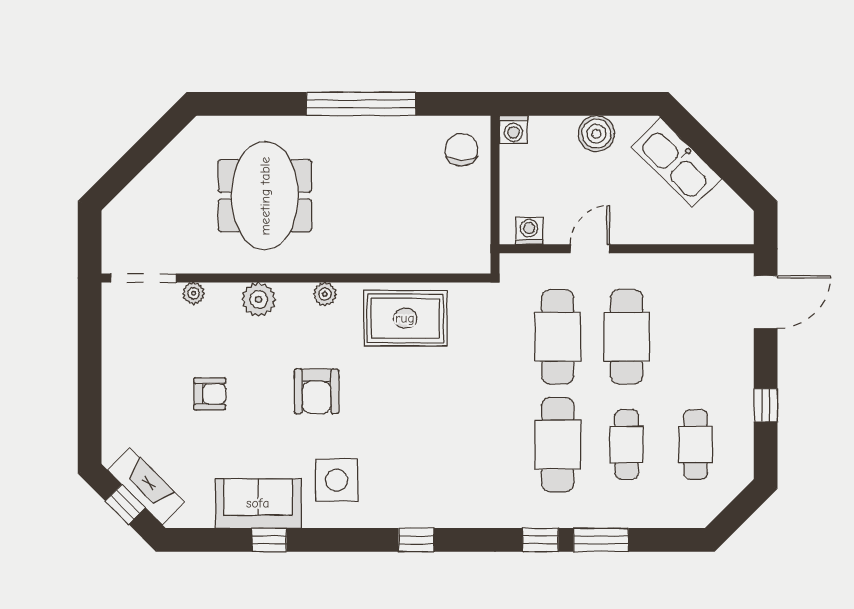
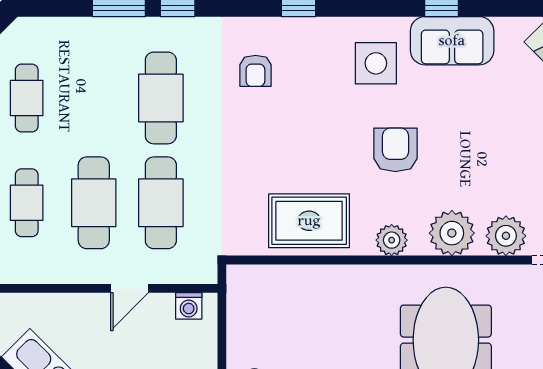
plant: (193, 293) -> (506, 236), width x1.88, depth x1.88
plant: (325, 294) -> (392, 240), width x1.38, depth x1.38
plant: (259, 299) -> (452, 233), width x1.36, depth x1.36
armchair: (210, 394) -> (255, 71), moved, turned -90
cafe table: (627, 445) -> (27, 203), moved

